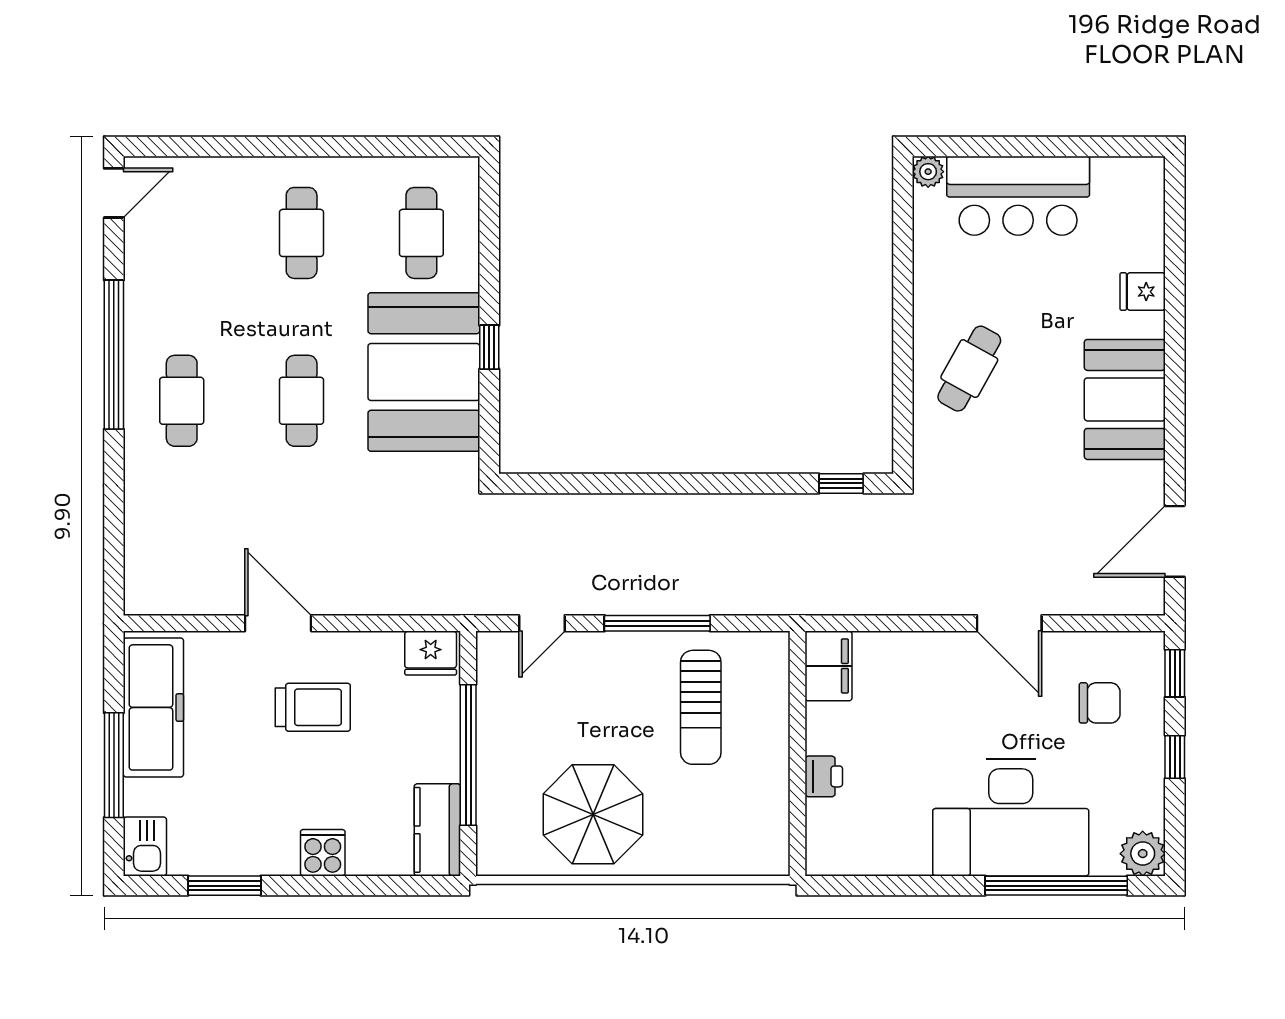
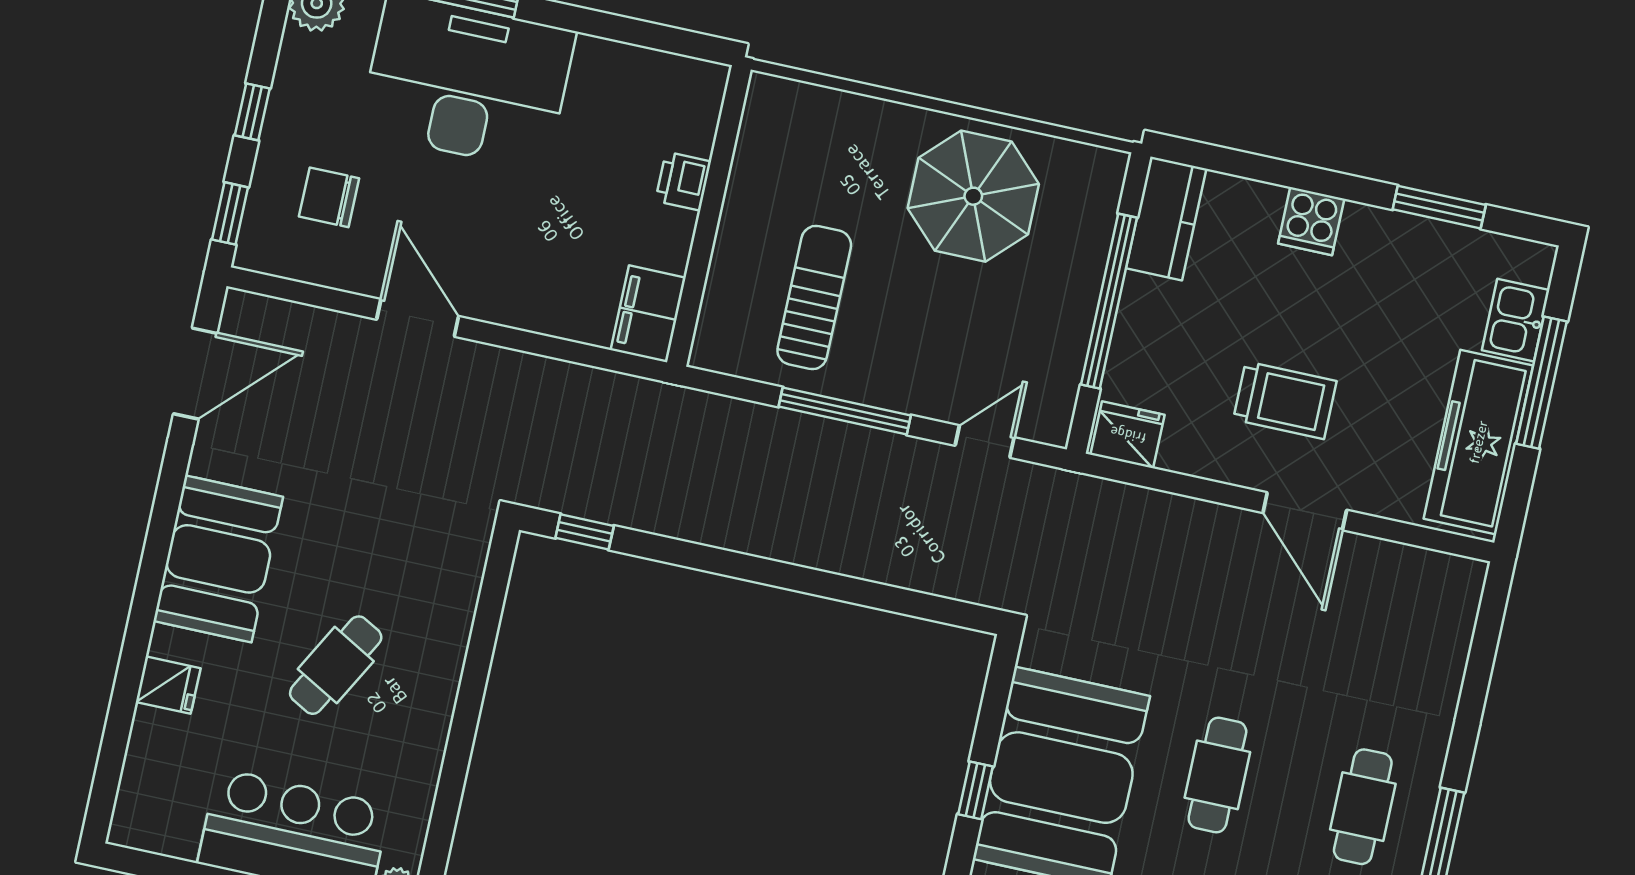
cafe table: (969, 369) -> (336, 665), moved
trolley: (313, 707) -> (1285, 400), turned 180
kitchen sink: (145, 846) -> (1516, 320), moved

